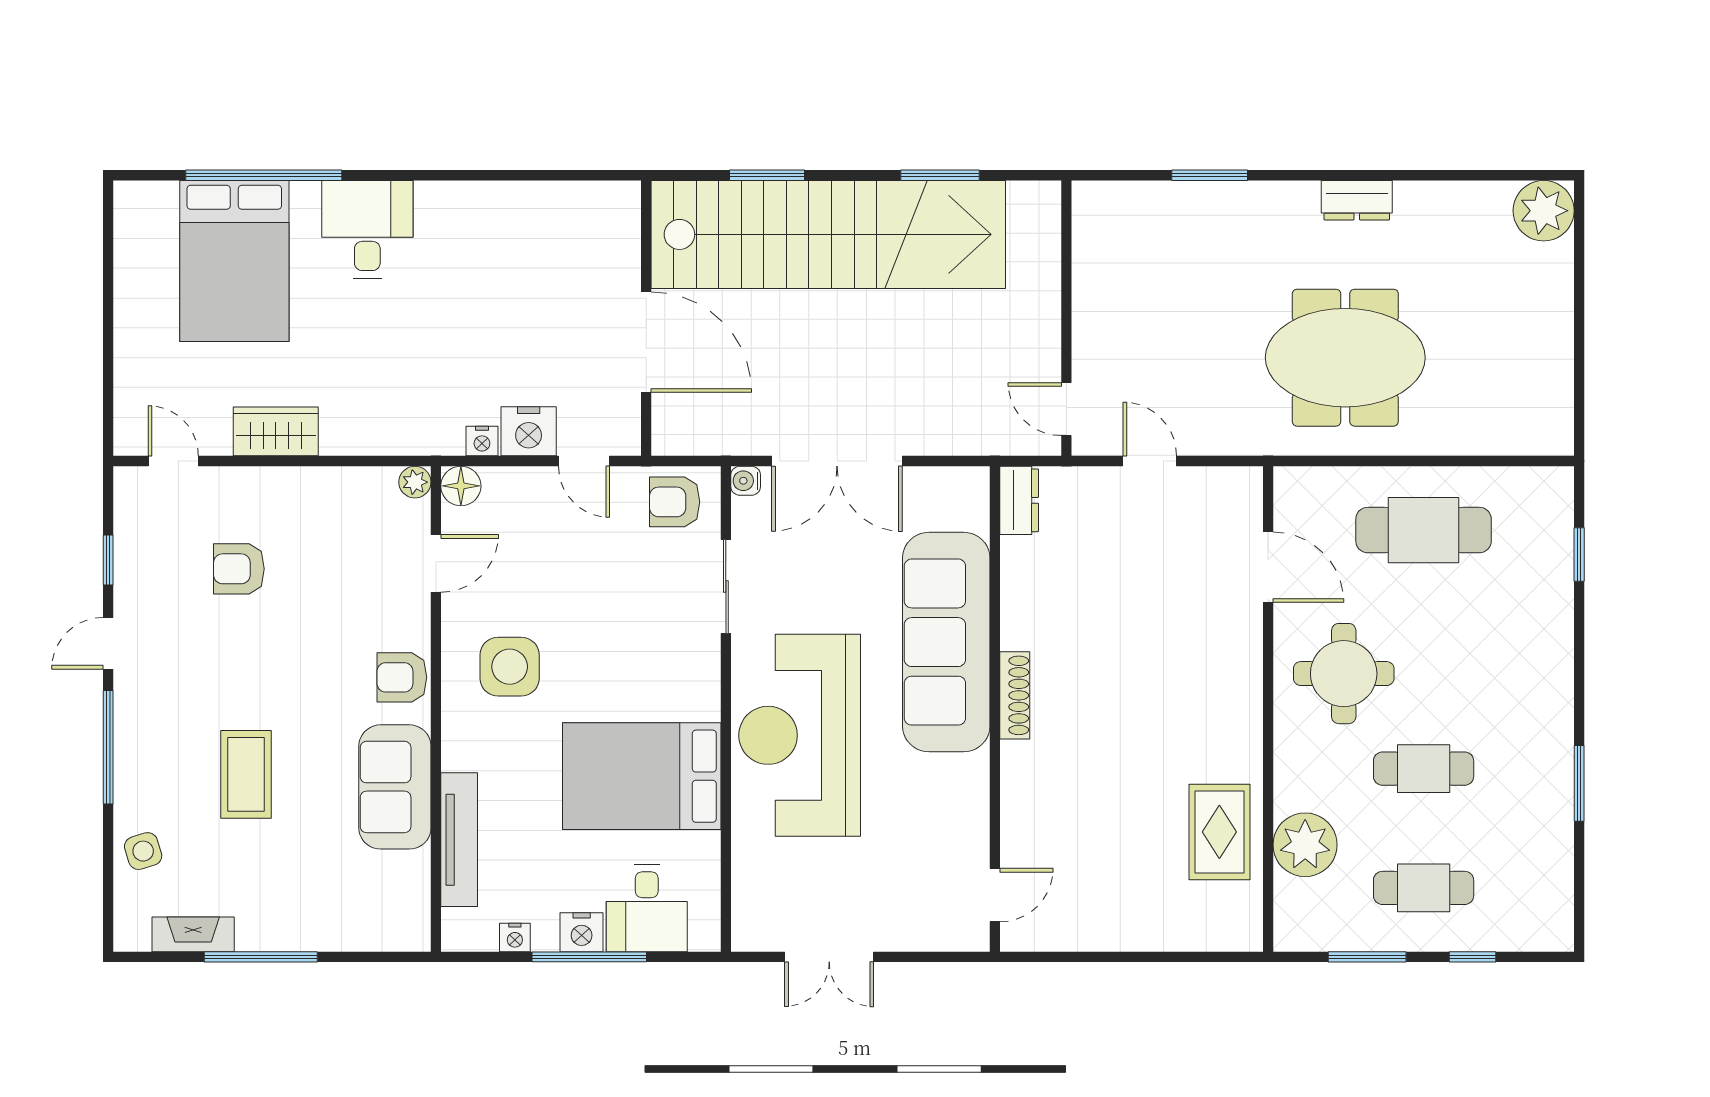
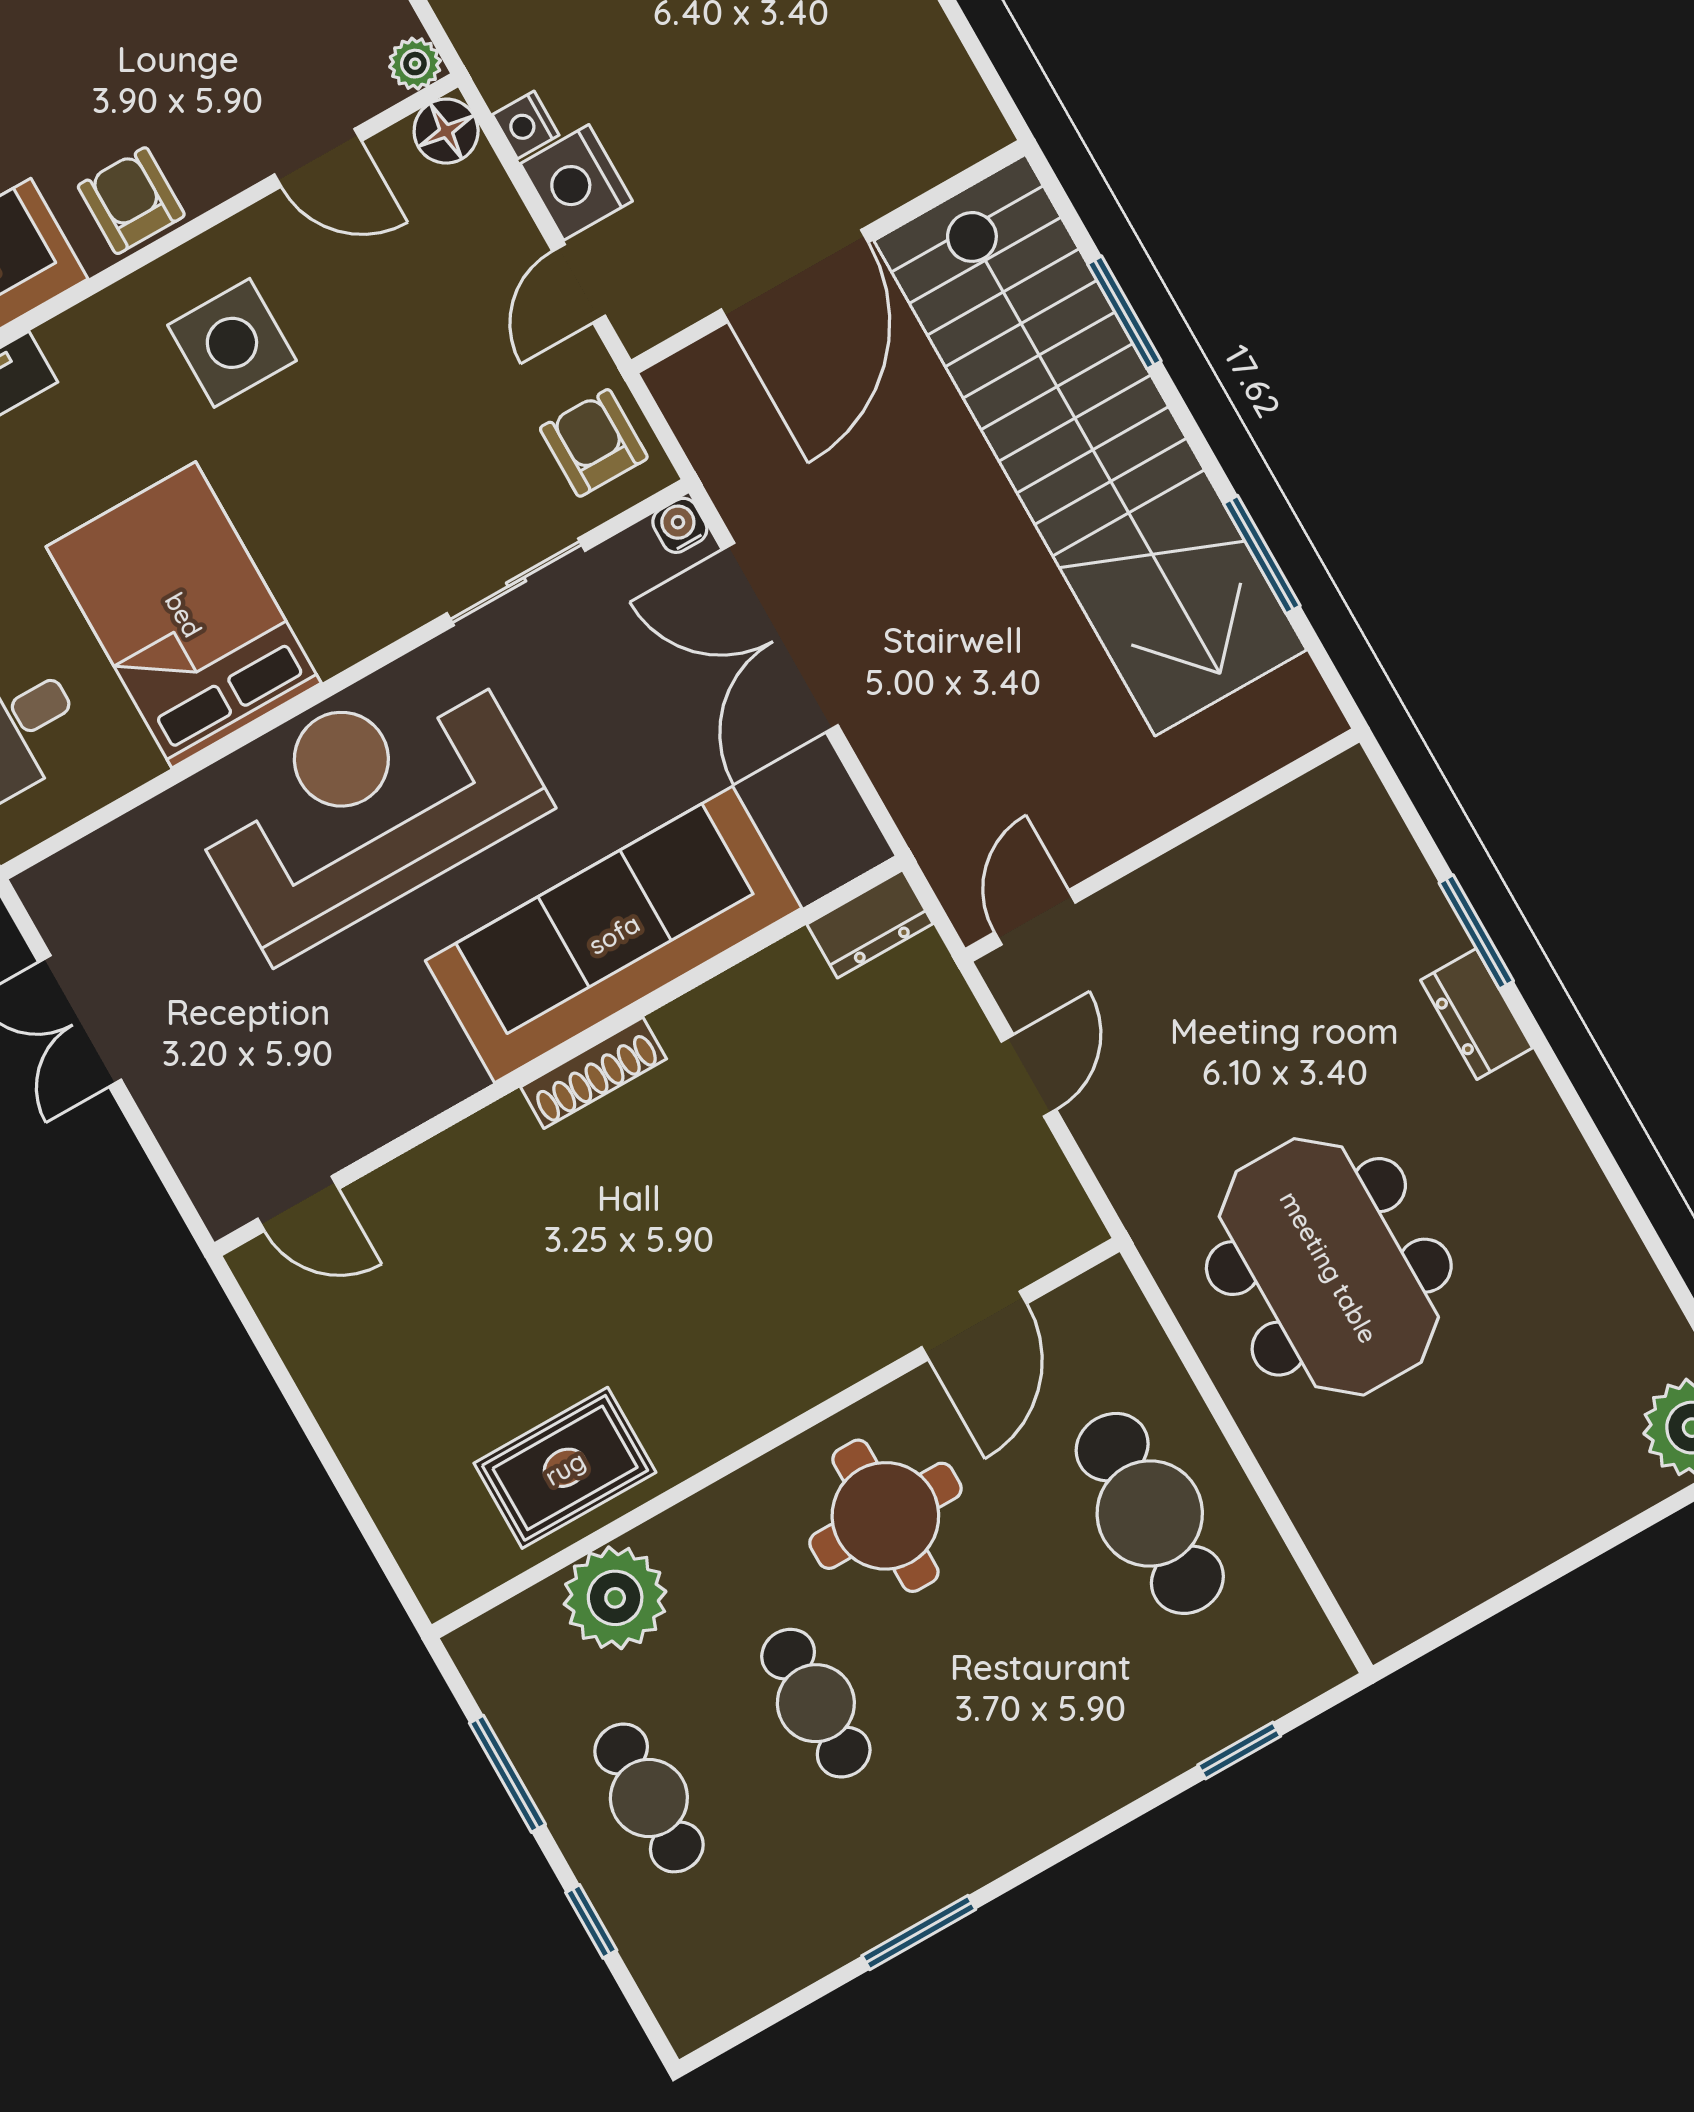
dresser: (1357, 200) -> (1477, 1014), moved

